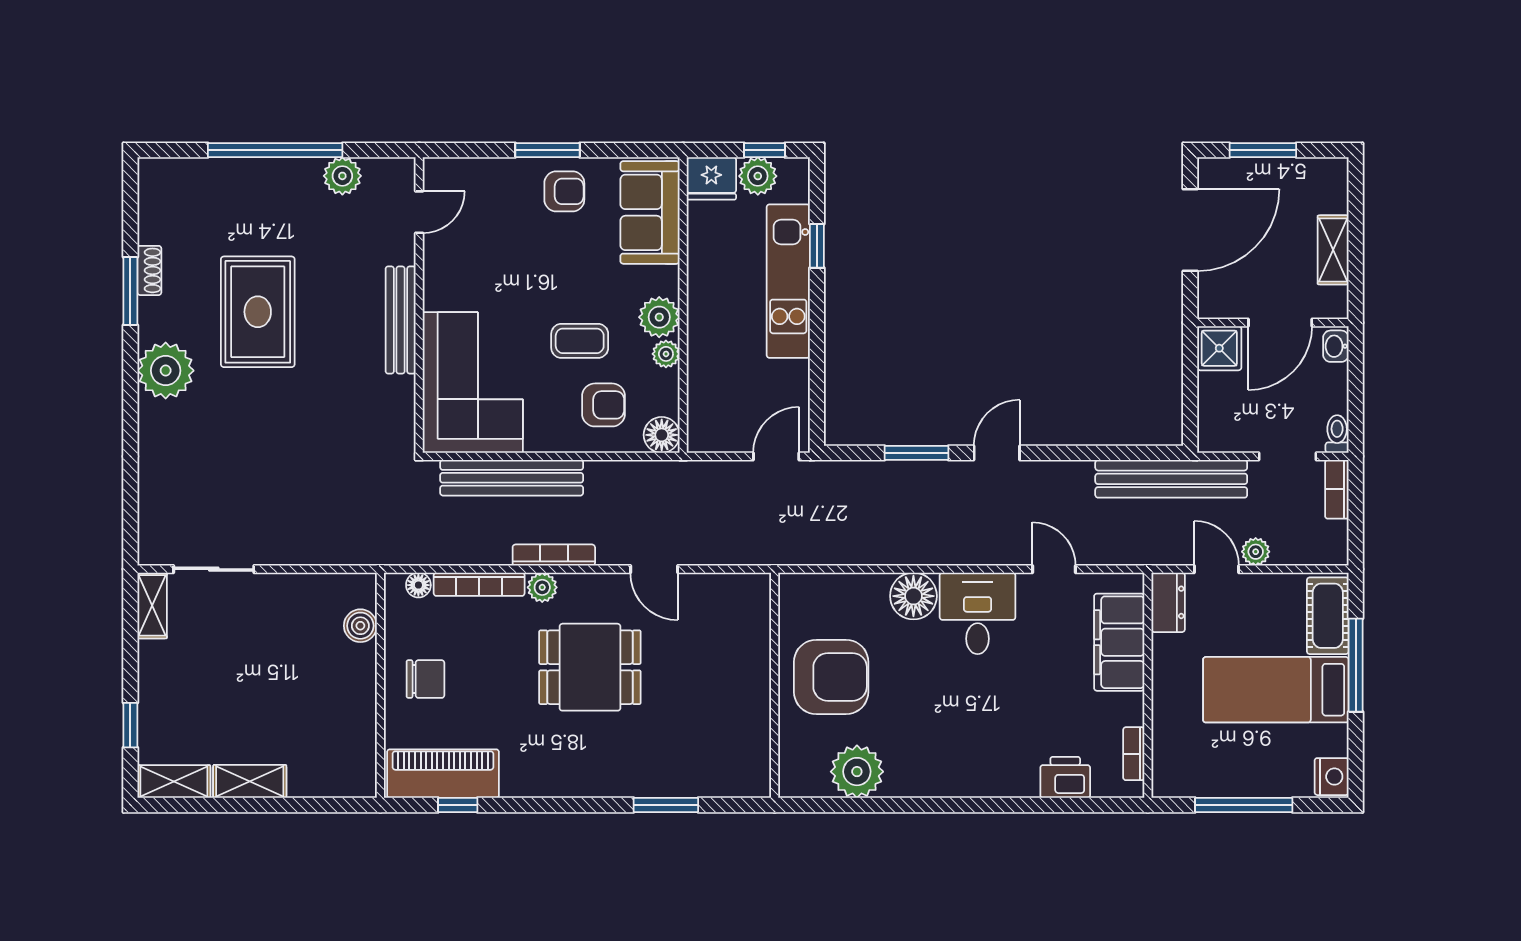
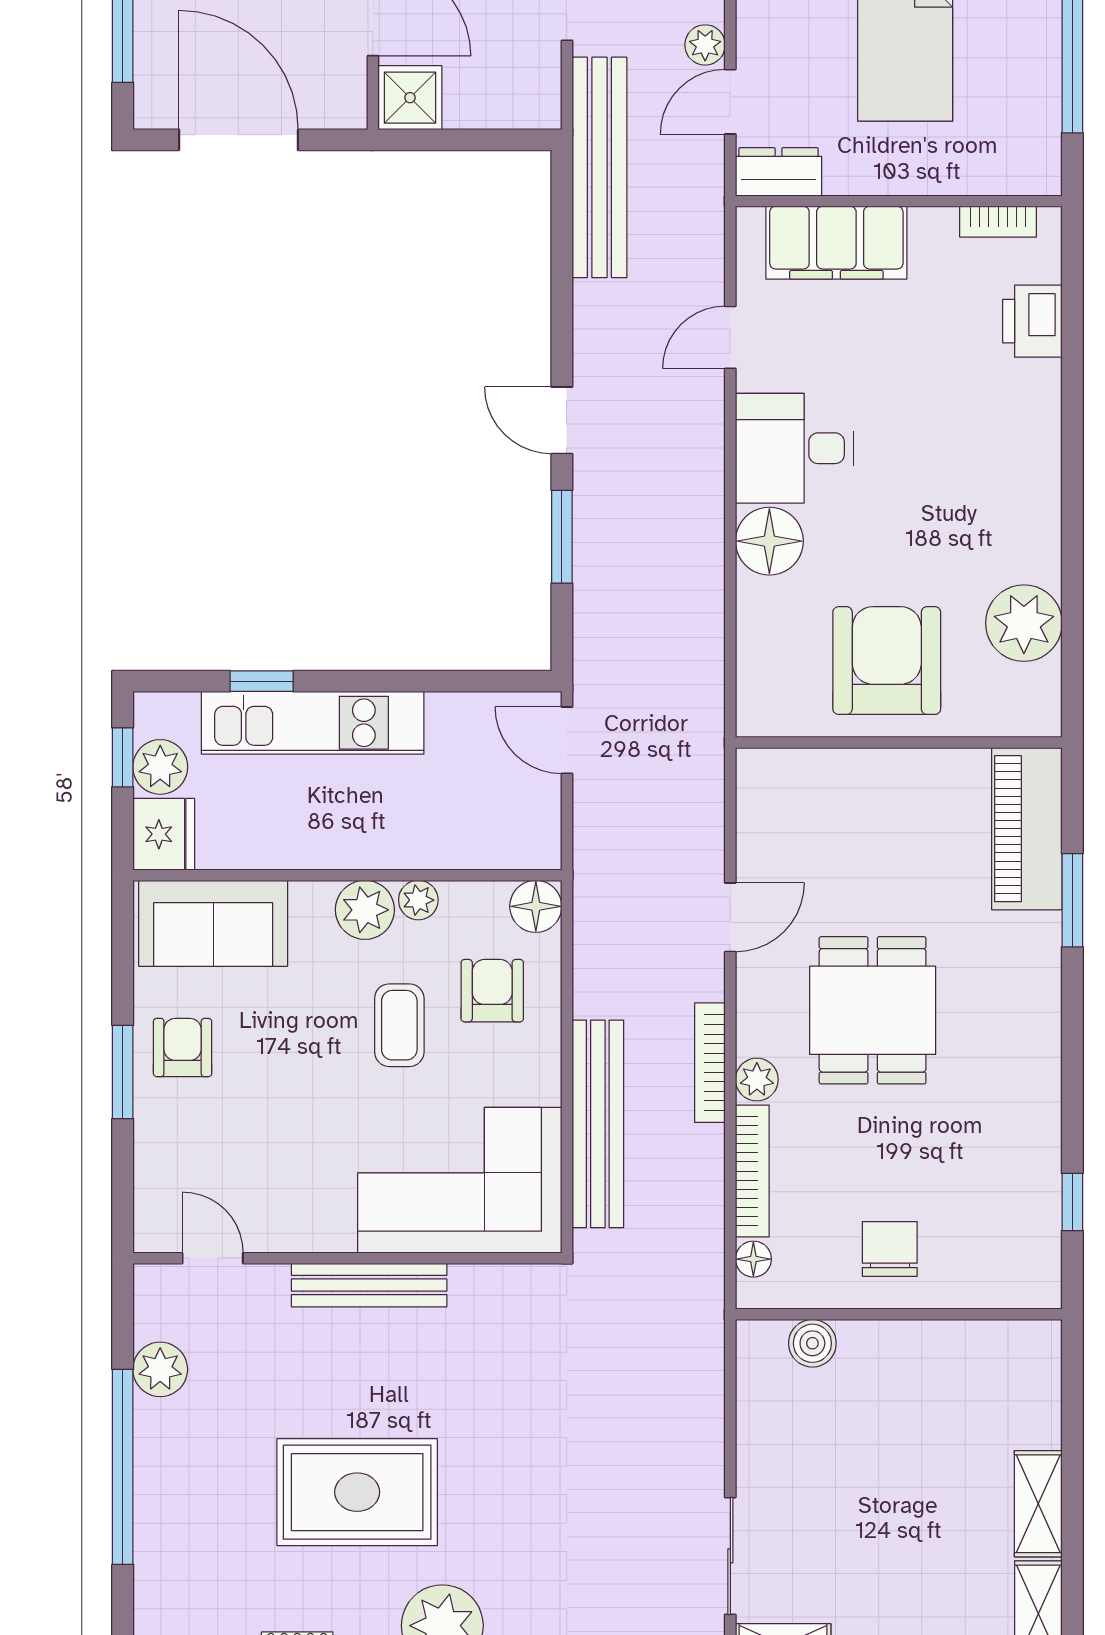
piano: (443, 774) -> (1027, 829), moved

